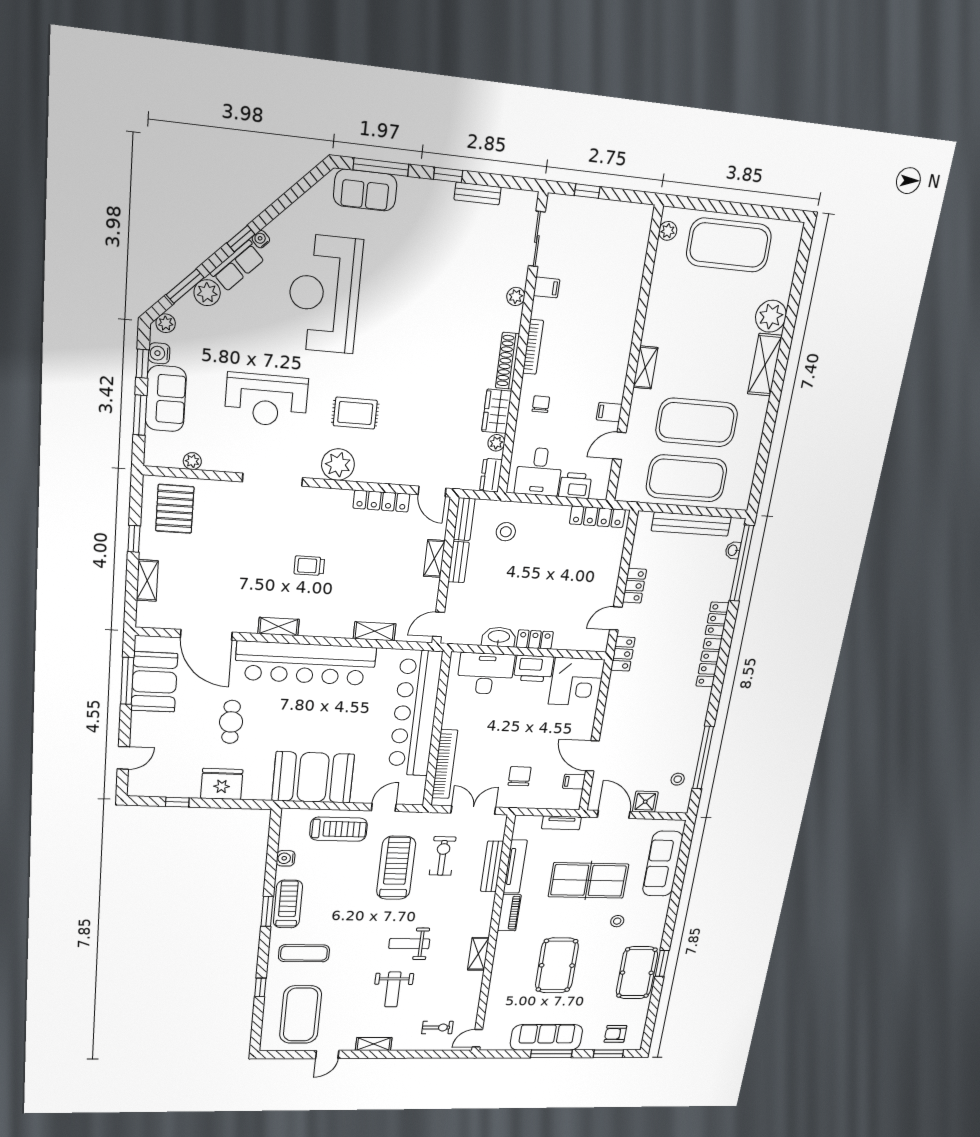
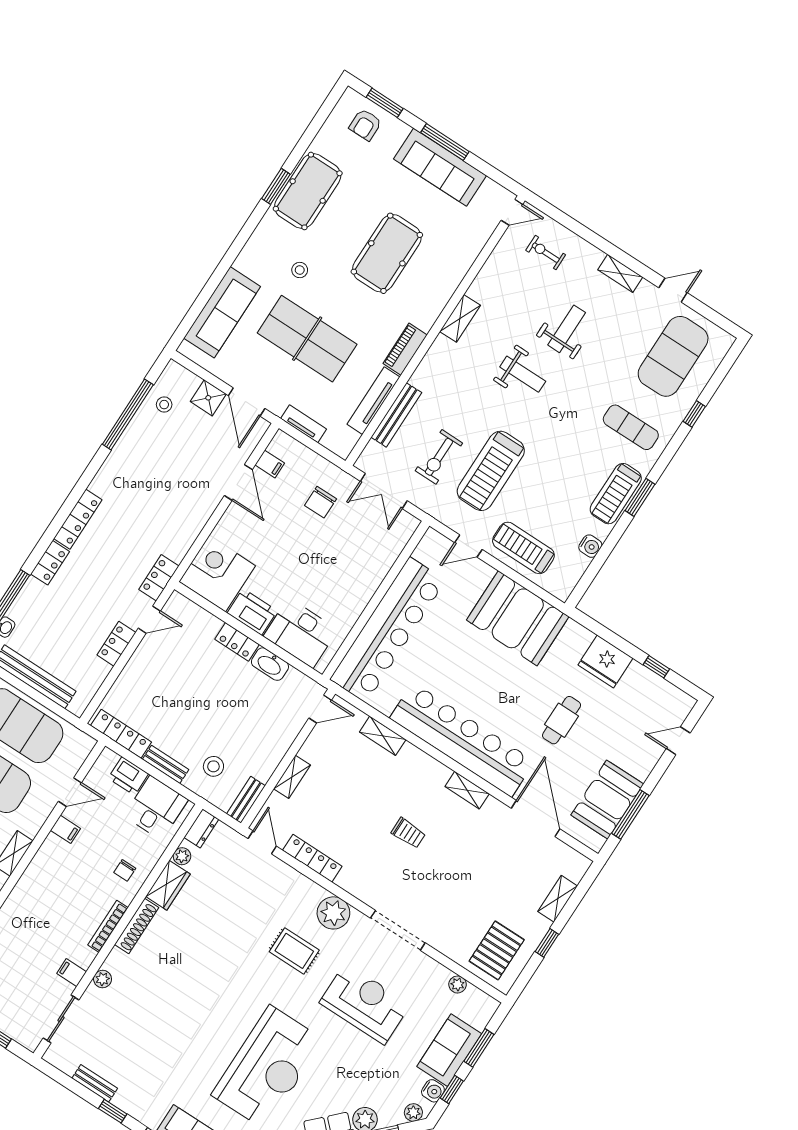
bench: (459, 562) -> (166, 764), moved, turned 90
bookcase: (445, 764) -> (386, 559), removed
armchair: (615, 1034) -> (365, 125), turned 90

